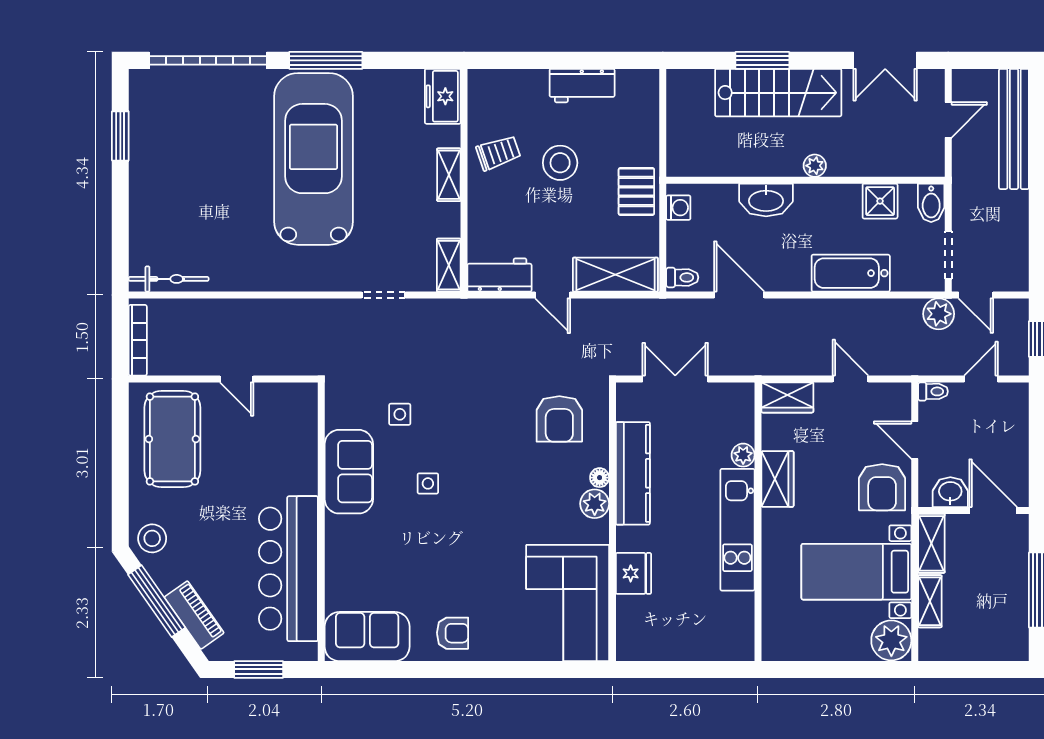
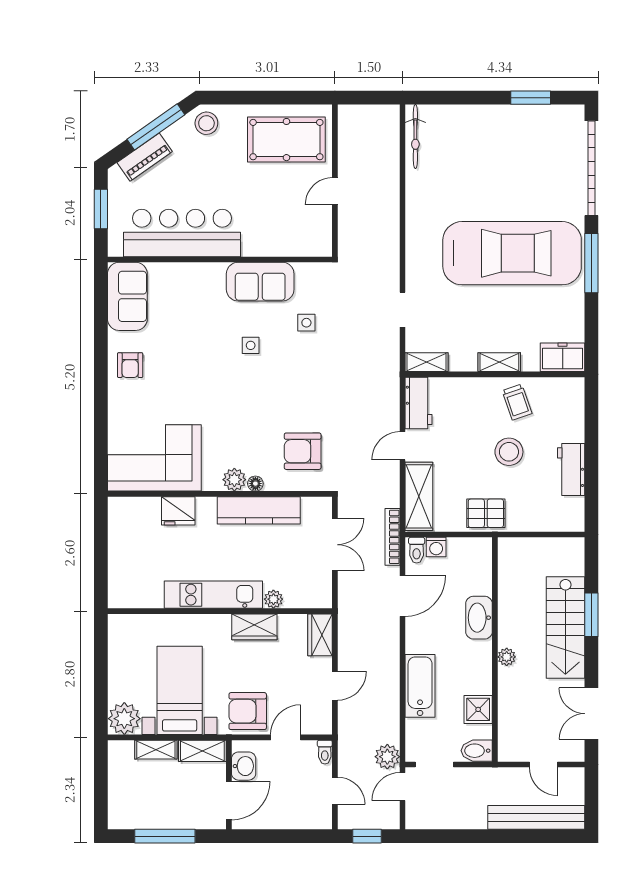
washing machine: (678, 208) -> (436, 547), moved
bookcase: (138, 340) -> (393, 537), moved, turned 90

